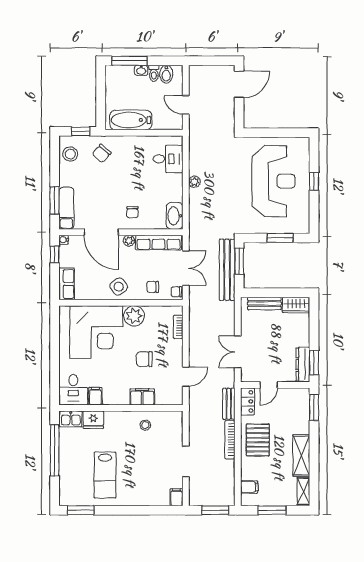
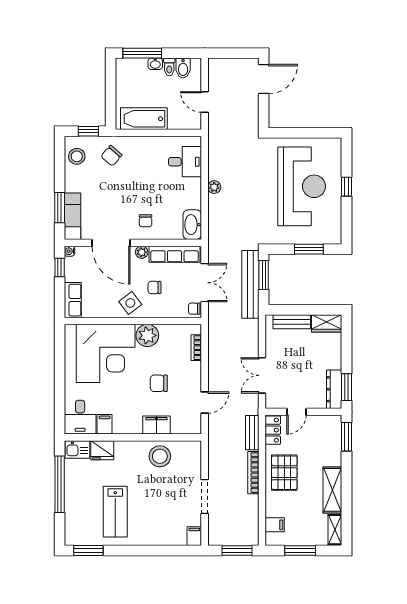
chair: (153, 287) -> (154, 287), moved
stool: (145, 425) -> (160, 456), width x1.89, depth x1.89

